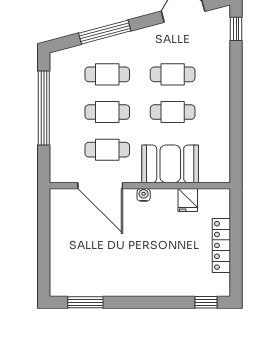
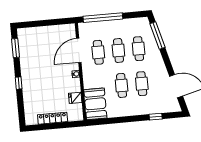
window: (236, 29) -> (156, 117), moved
window: (105, 32) -> (158, 35), moved
window: (44, 108) -> (103, 18), moved
booth: (170, 164) -> (95, 104), moved
window: (206, 302) -> (19, 83), moved

